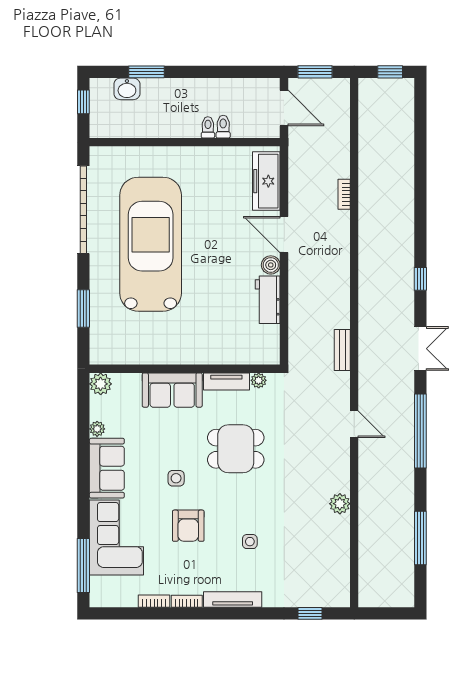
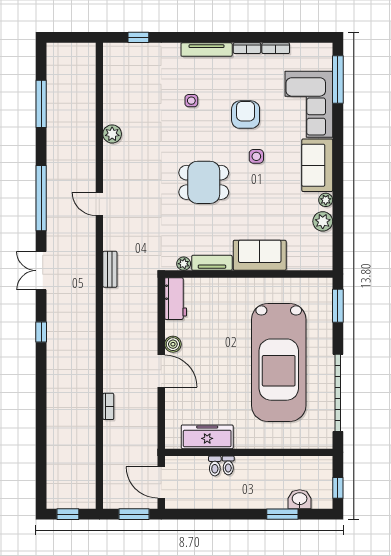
freezer: (266, 181) -> (207, 437), moved, turned -90
workbench: (268, 300) -> (176, 299), moved
wall: (185, 369) -> (249, 274), moved
plant: (259, 380) -> (184, 264), moved
tv unit: (226, 381) -> (212, 263), moved
plant: (101, 384) -> (323, 221), moved
sofa: (172, 390) -> (260, 255), moved

